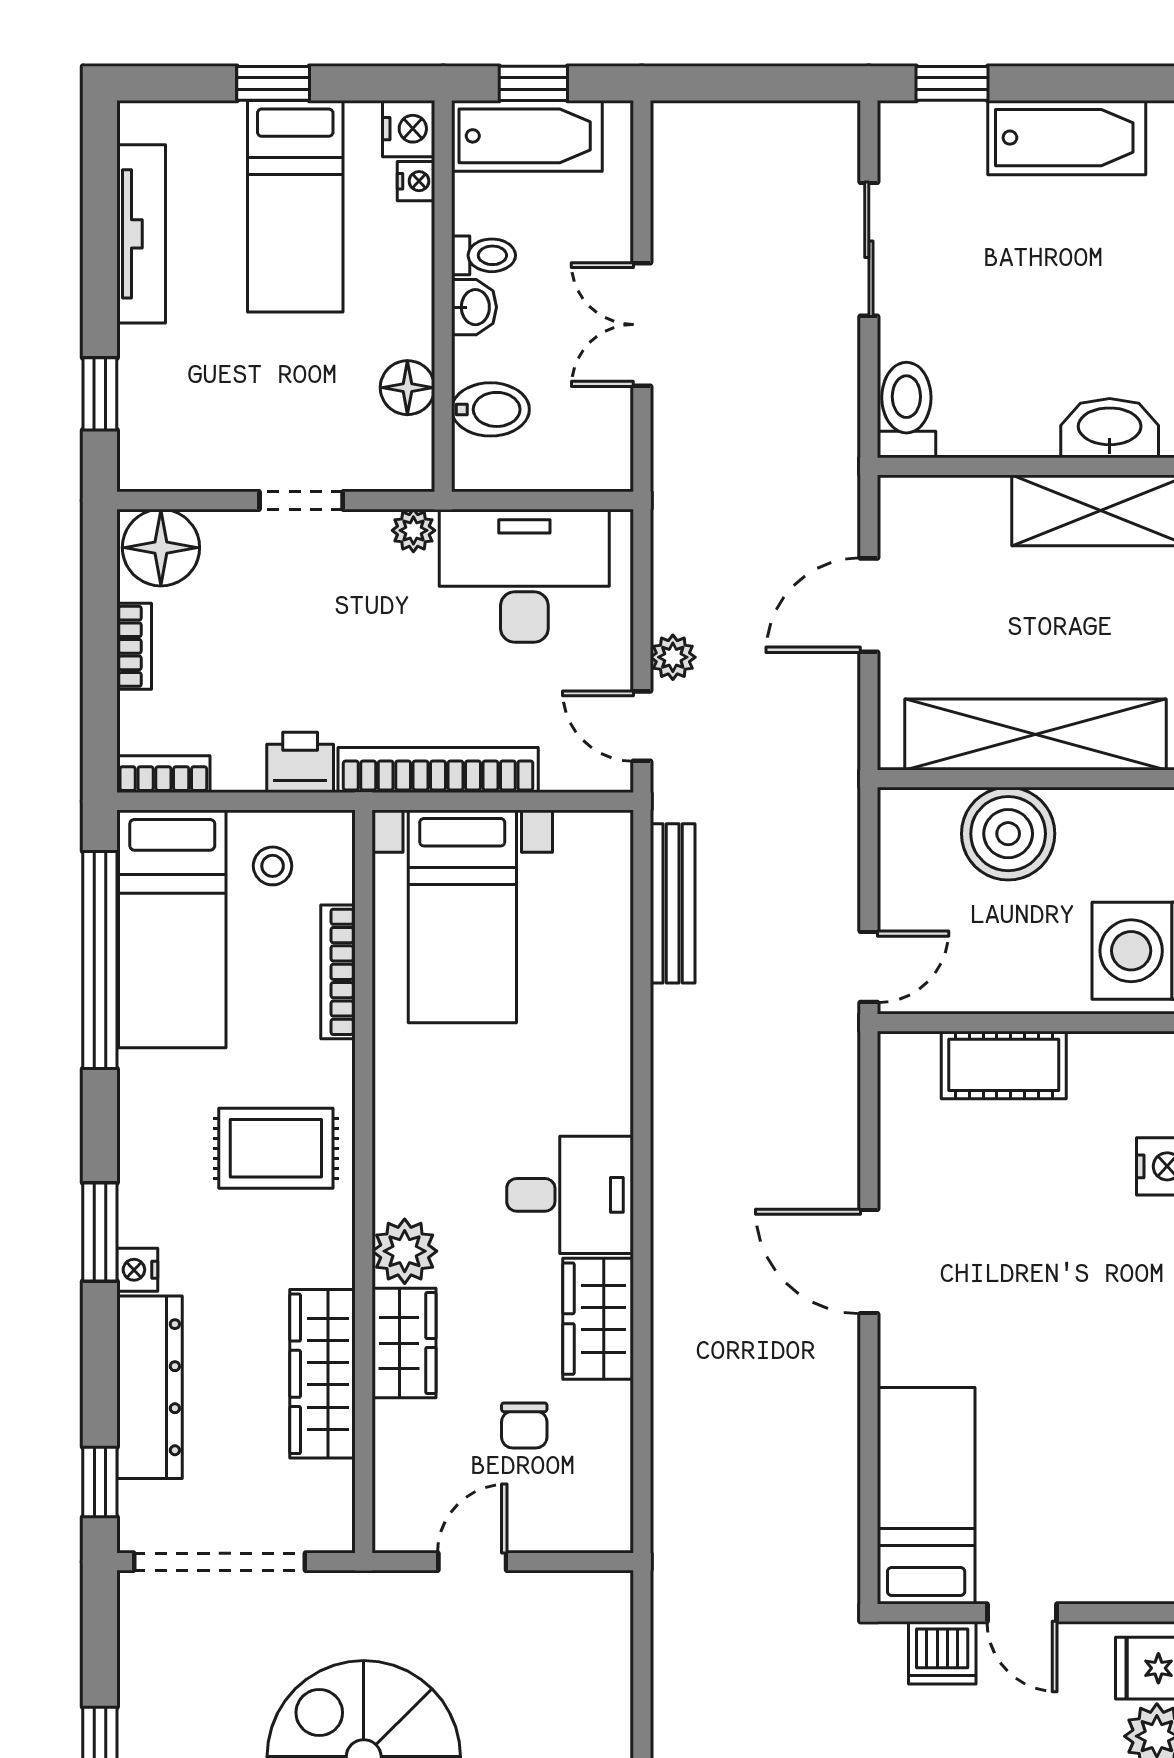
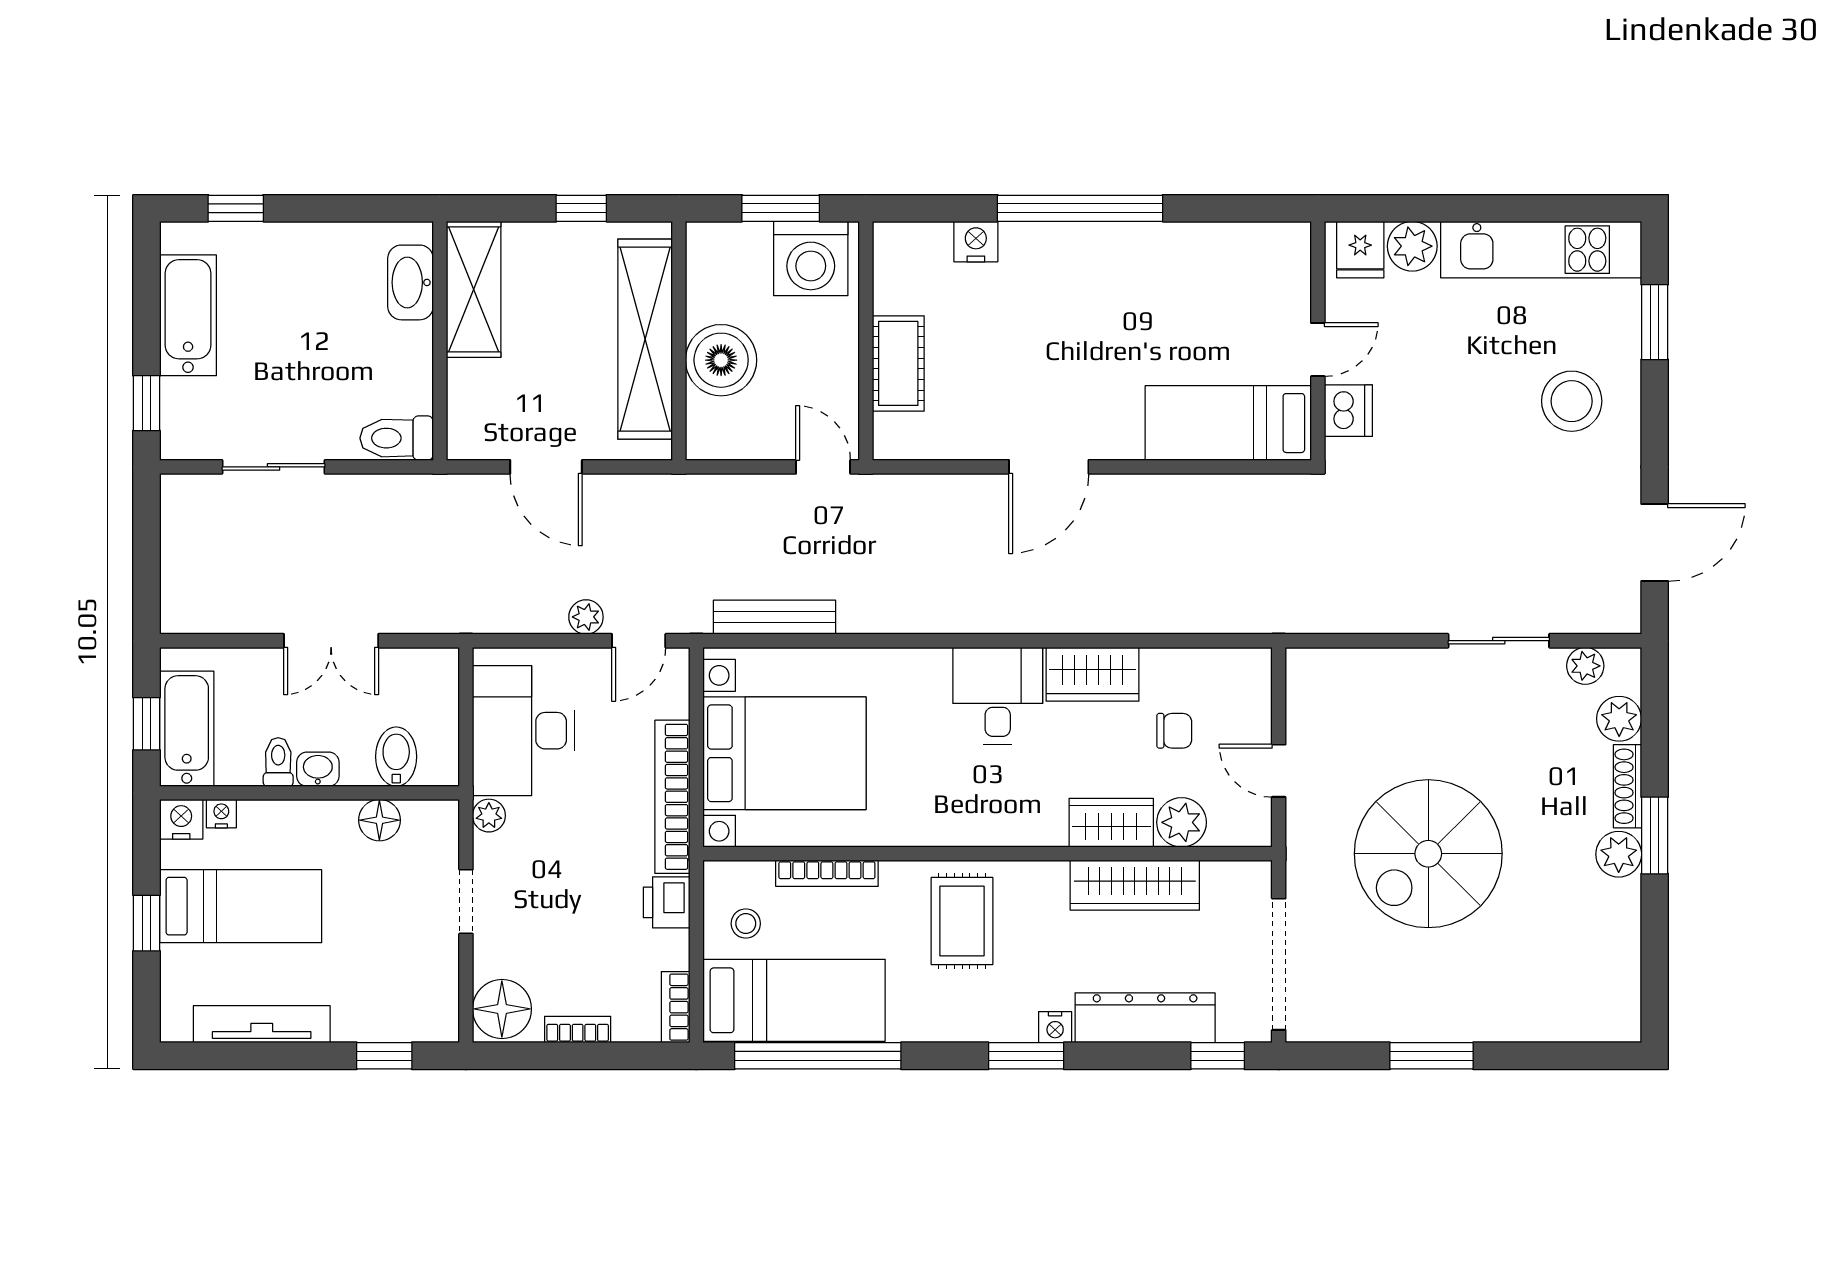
bed with nightstands: (462, 916) -> (784, 753), width x1.36
plant: (405, 1251) -> (1182, 822), moved

